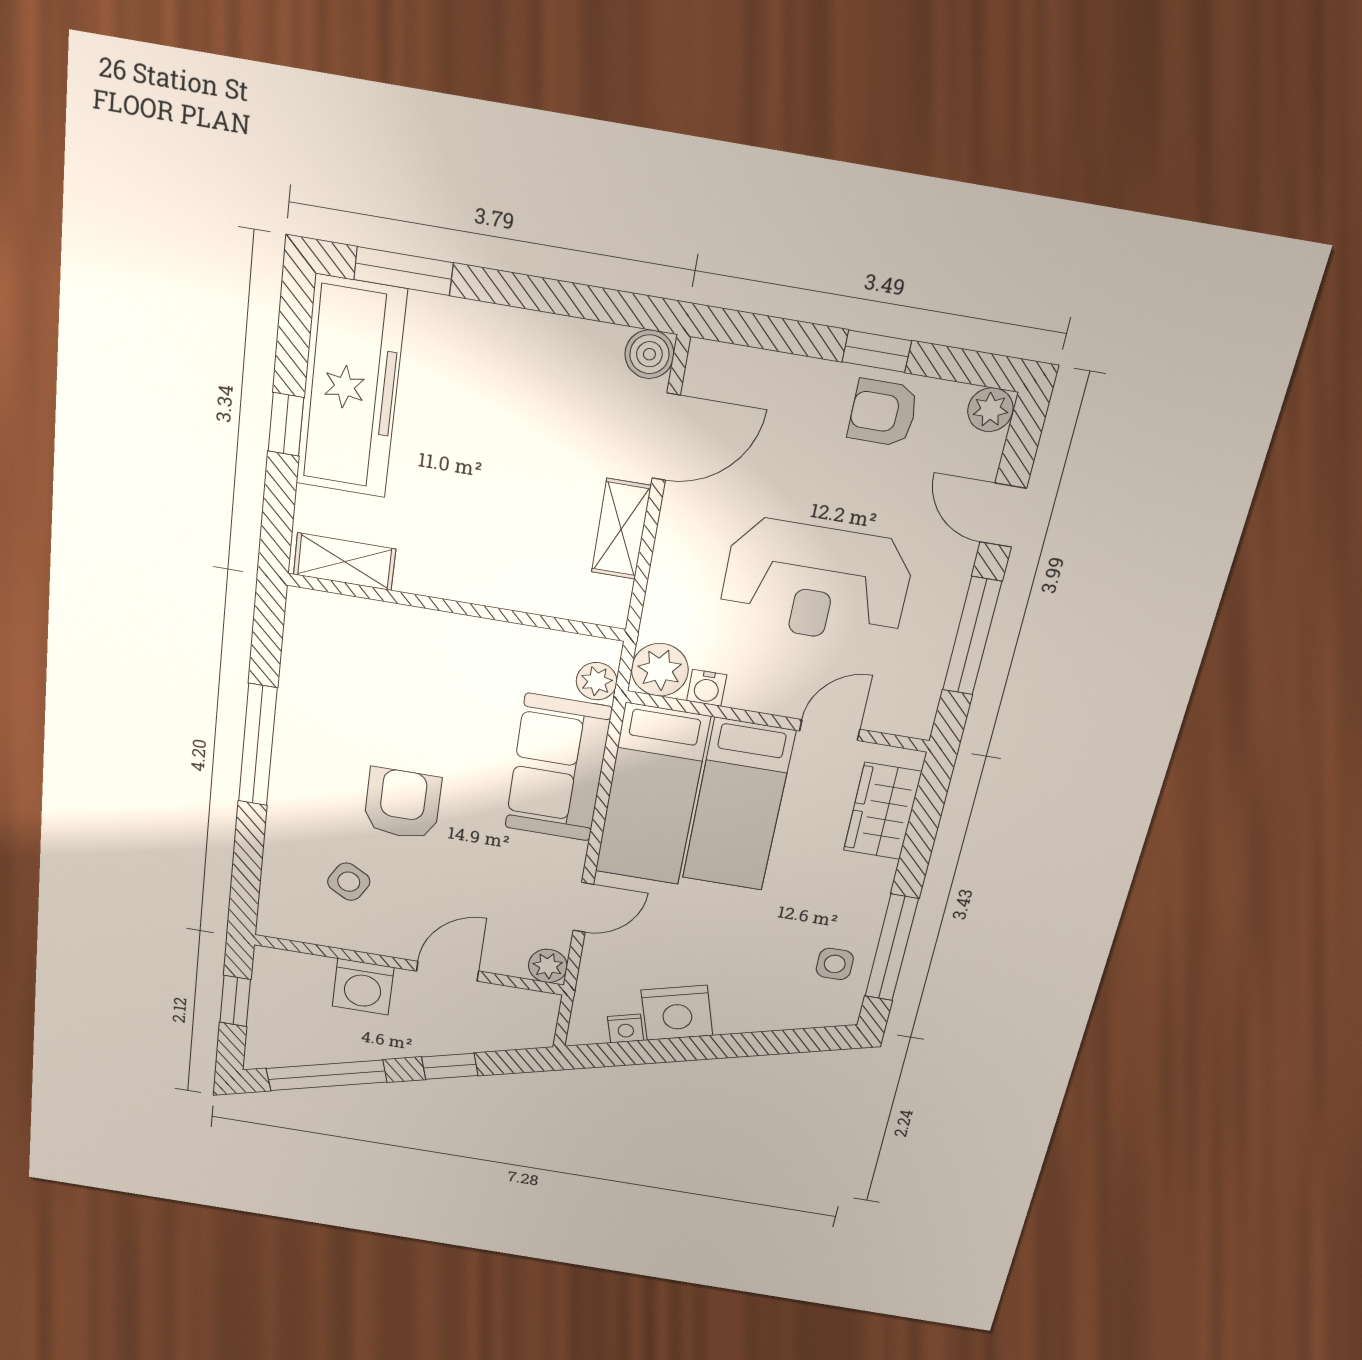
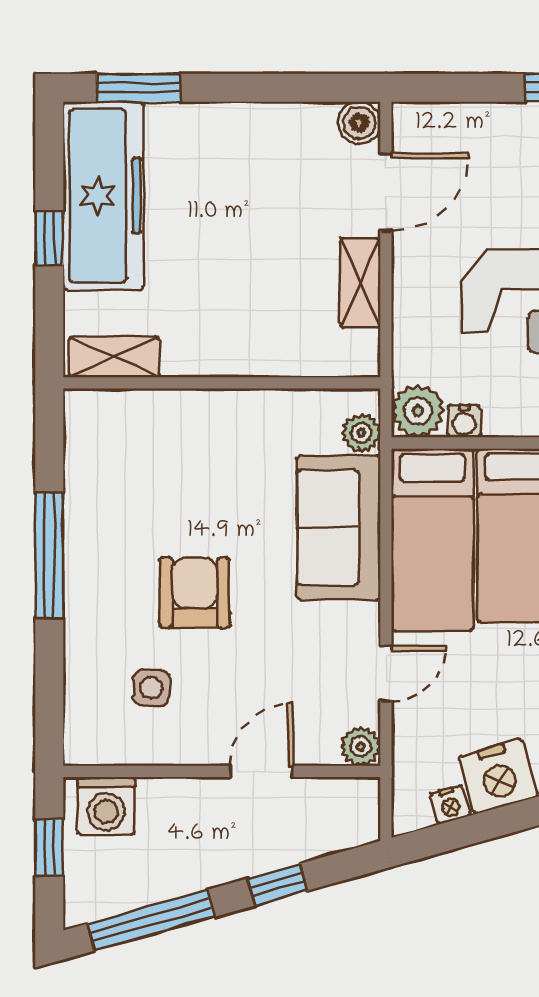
side table: (349, 882) -> (151, 688), turned -30
washing machine: (363, 987) -> (106, 806), moved

